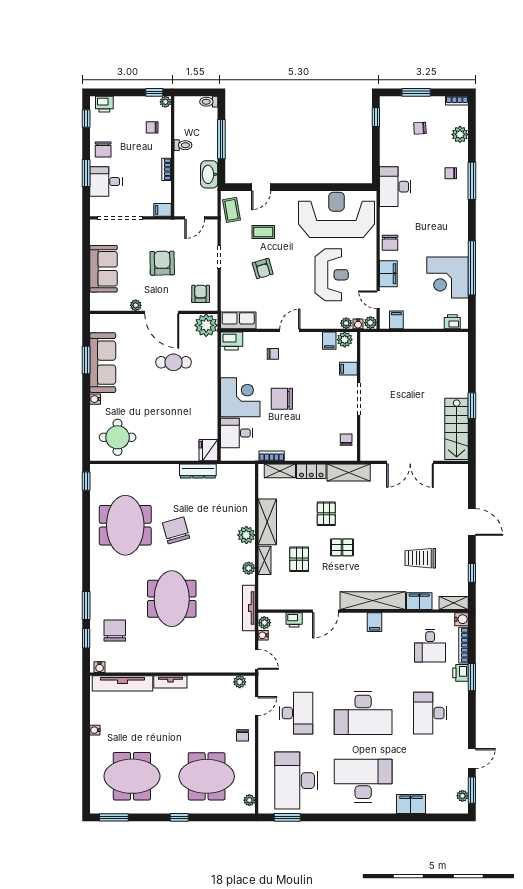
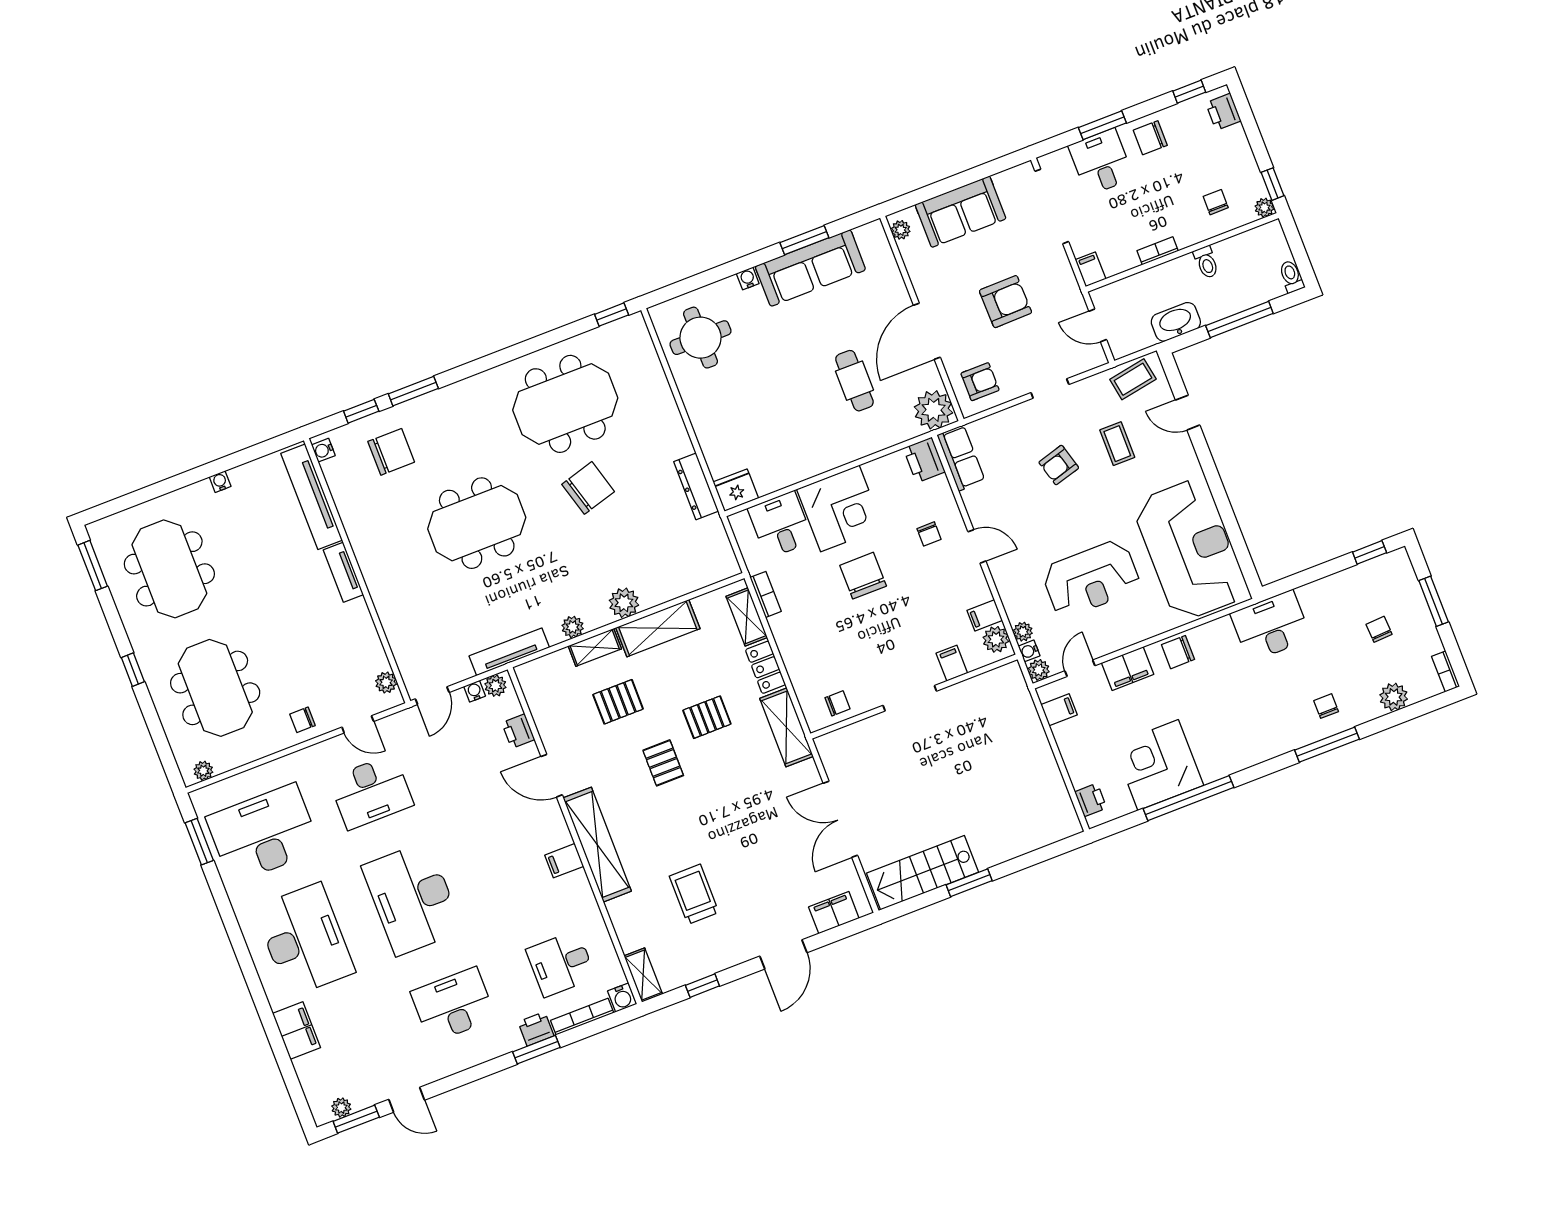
plant: (136, 305) -> (901, 230), moved
filing cabinet: (419, 601) -> (834, 913), moved, turned -90

